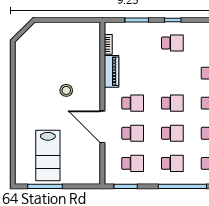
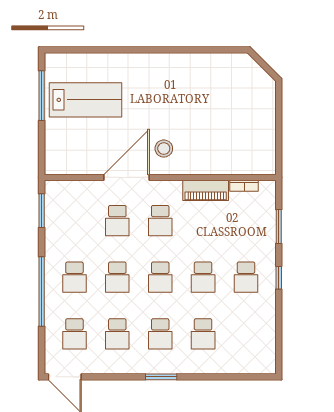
stool: (66, 90) -> (164, 149), moved
lab bench: (48, 156) -> (86, 100), turned 180
school desk: (133, 163) -> (203, 277), moved

